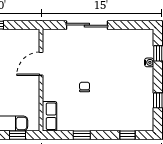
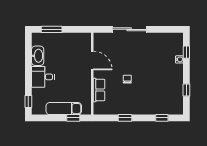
door: (41, 64) -> (92, 60), swing flipped
row of seats: (49, 116) -> (99, 90), moved

